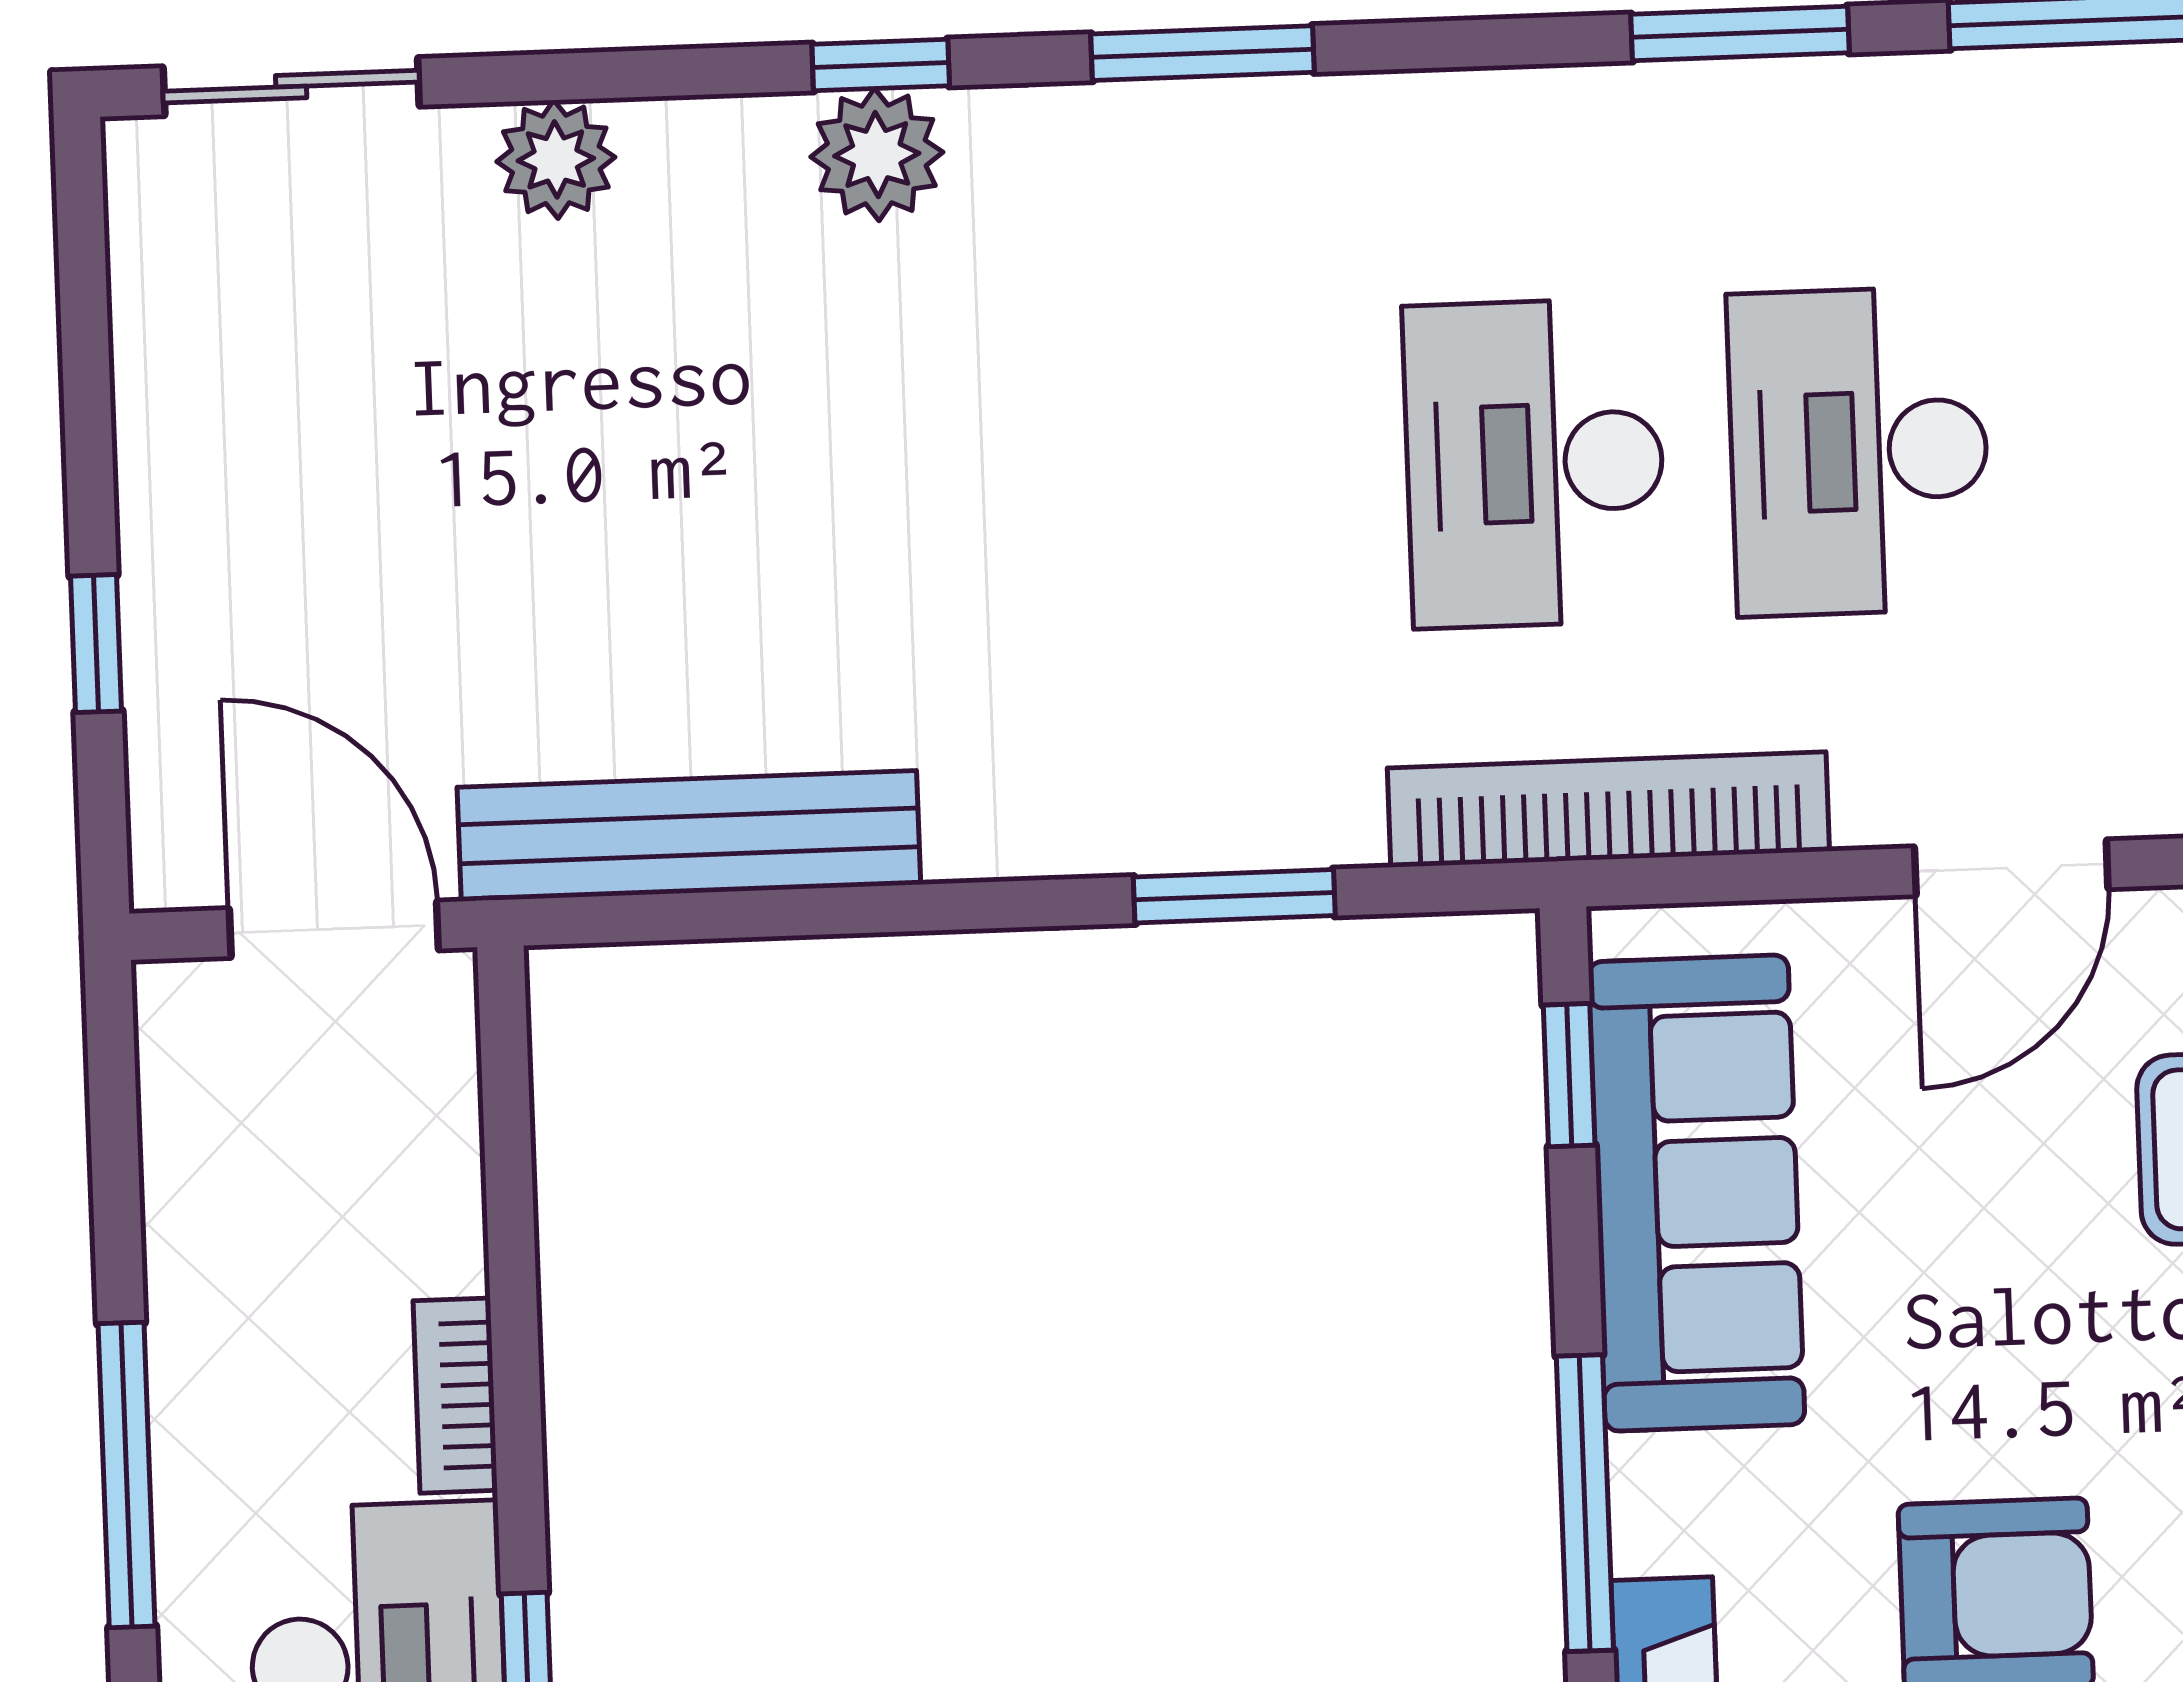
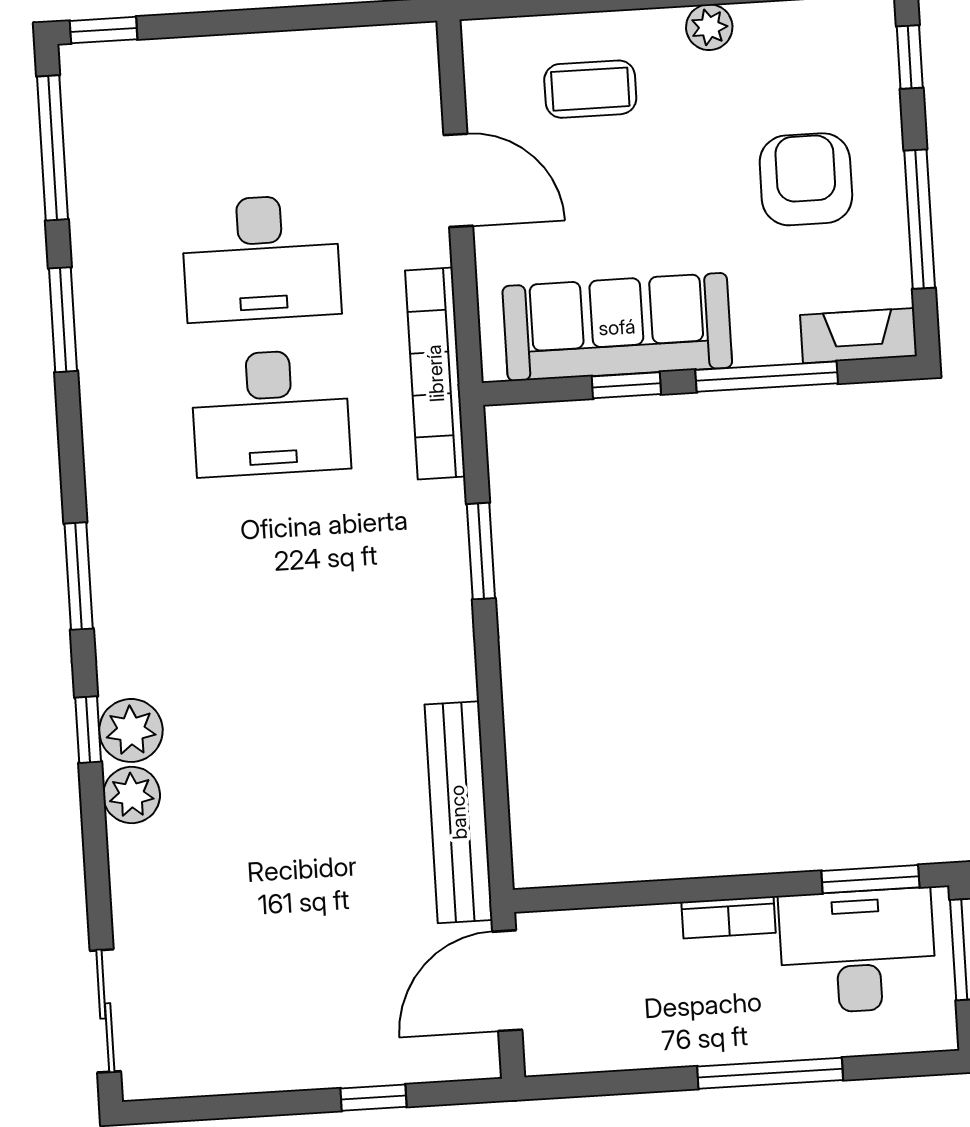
plant: (556, 159) -> (132, 795), moved
window: (1569, 1075) -> (626, 385), moved

